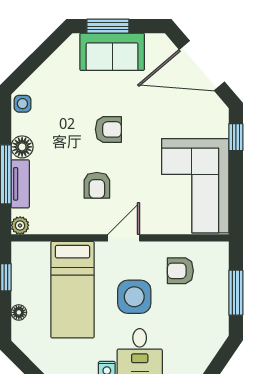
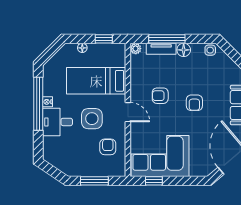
window: (236, 137) -> (154, 181), moved

